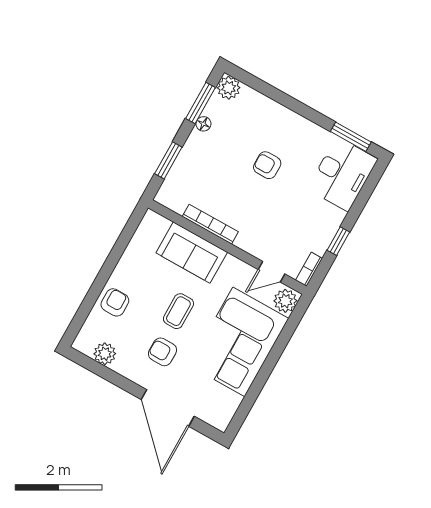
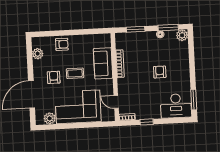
plant: (285, 301) -> (50, 118), moved

